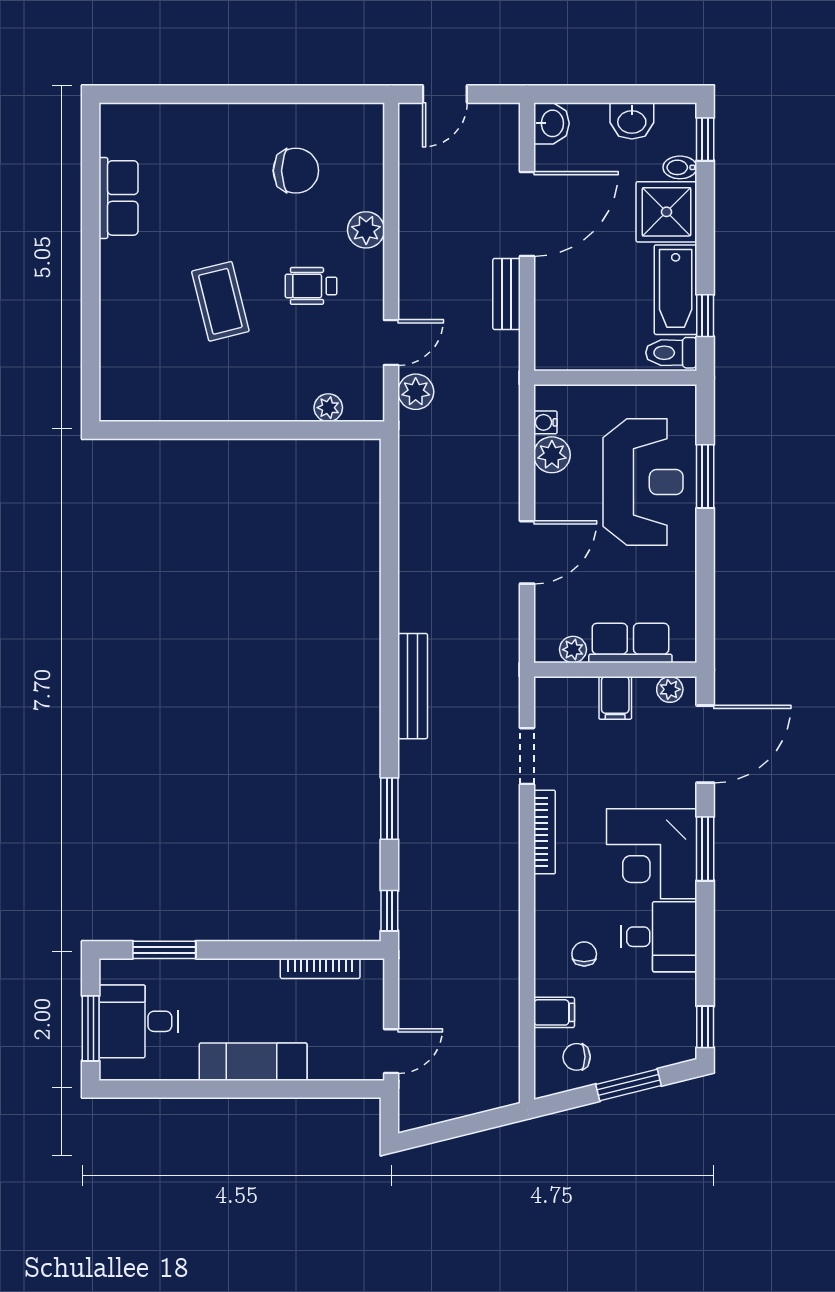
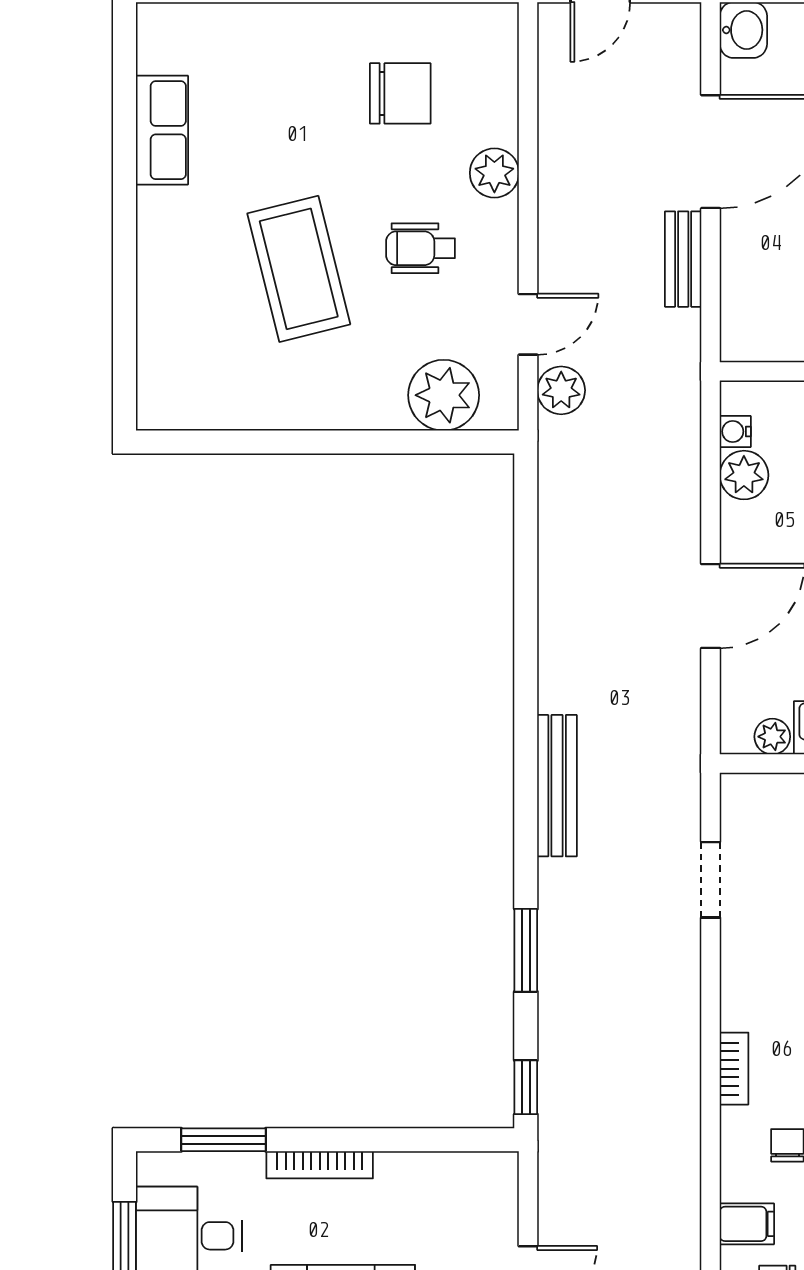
coffee table: (220, 301) -> (299, 269), width x1.36, depth x1.32
plant: (328, 408) -> (444, 395), width x1.88, depth x1.88
bookcase: (544, 832) -> (734, 1069), moved, width x0.64
bookcase: (320, 968) -> (320, 1165), moved

